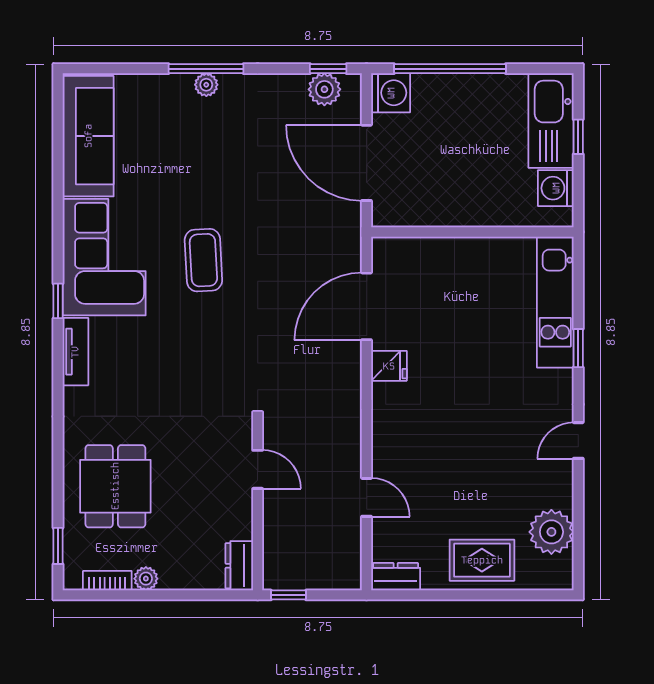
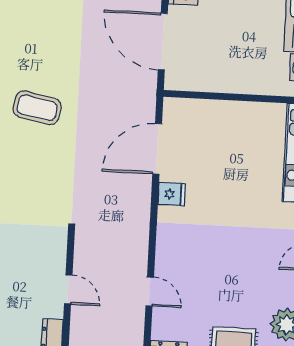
coffee table: (203, 260) -> (37, 108), turned -76
door: (258, 469) -> (68, 290), moved

